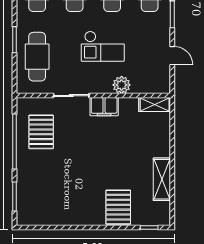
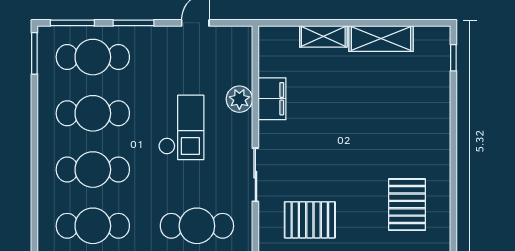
shelving: (155, 104) -> (323, 36), moved, turned 90
filing cabinet: (104, 107) -> (272, 99), moved
pallet: (118, 207) -> (407, 205), moved, turned 90

